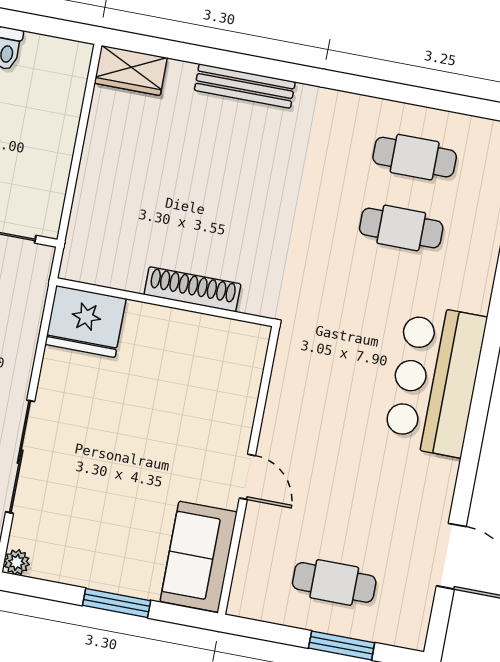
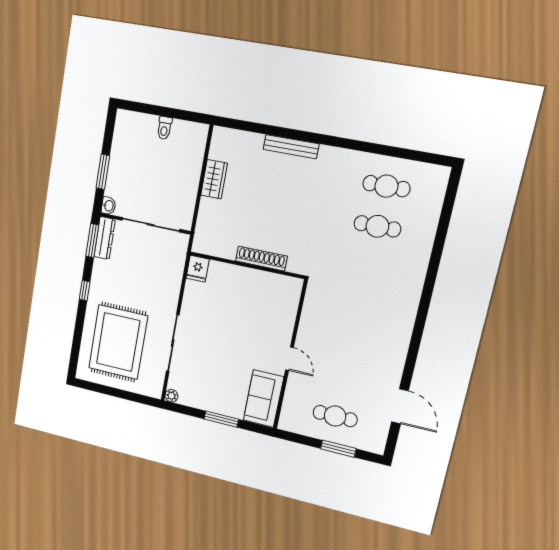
wardrobe: (131, 70) -> (214, 179), moved, turned -90
fridge: (85, 321) -> (198, 269), width x0.53, depth x0.75
bar counter: (435, 380) -> (394, 311), removed

